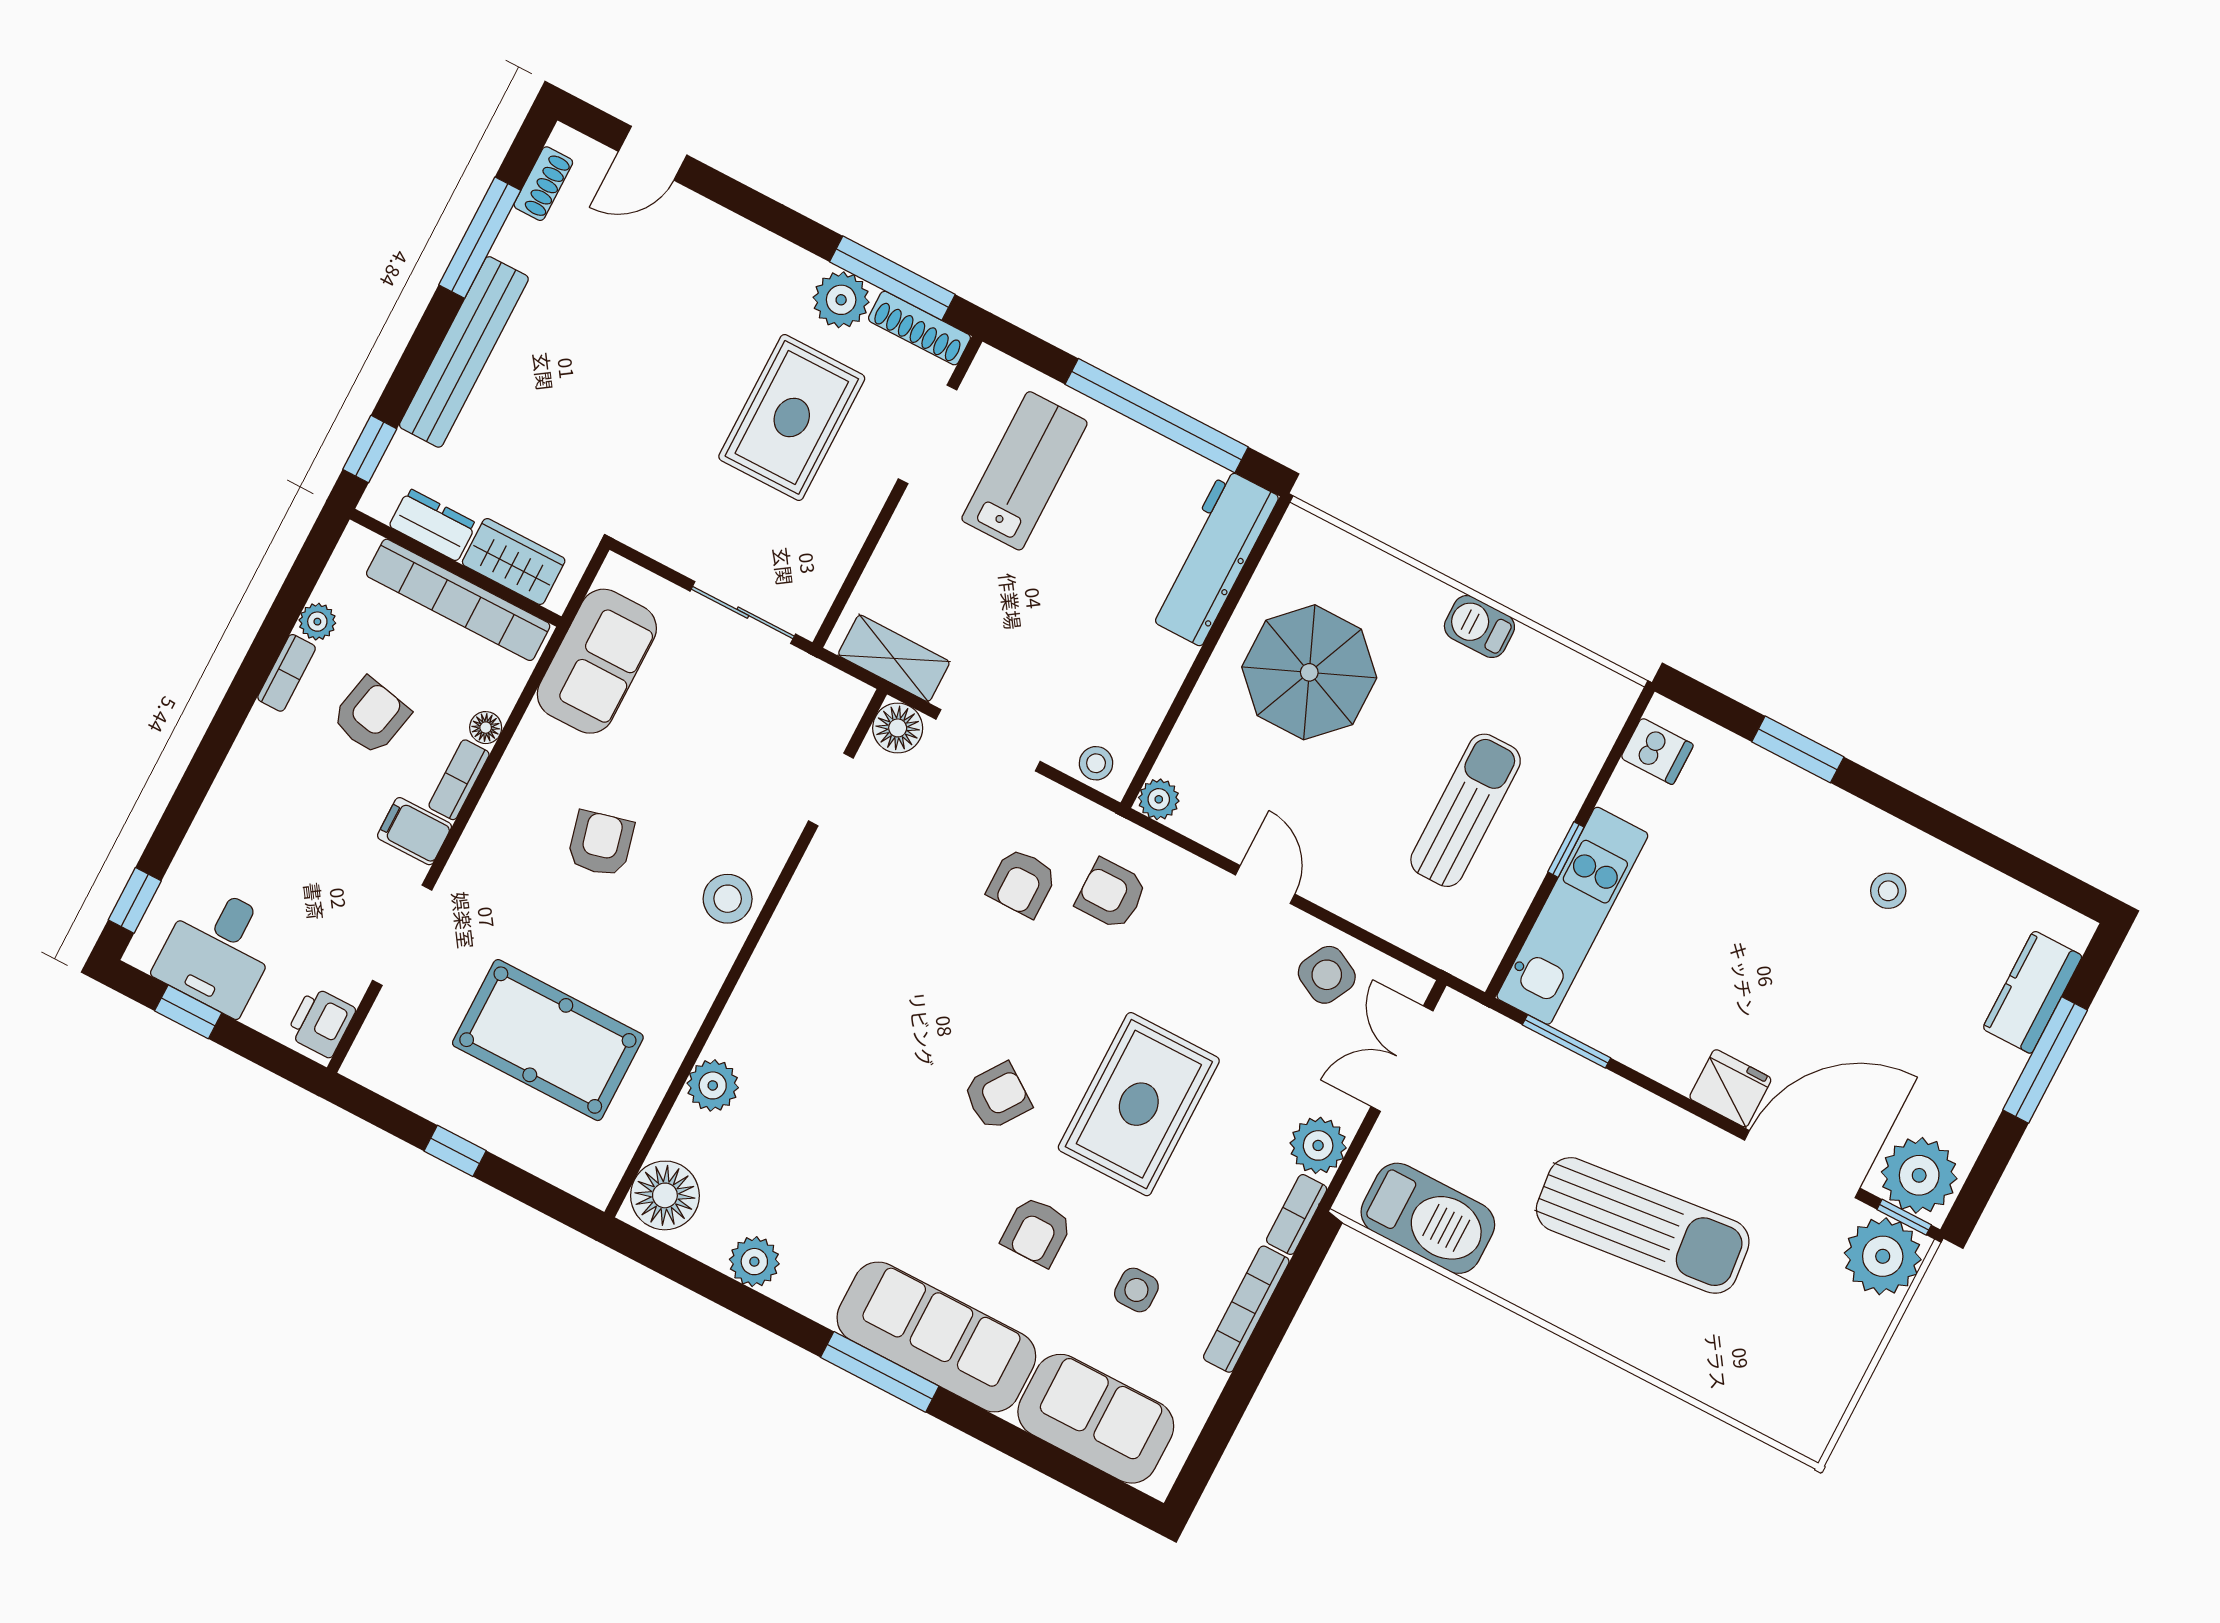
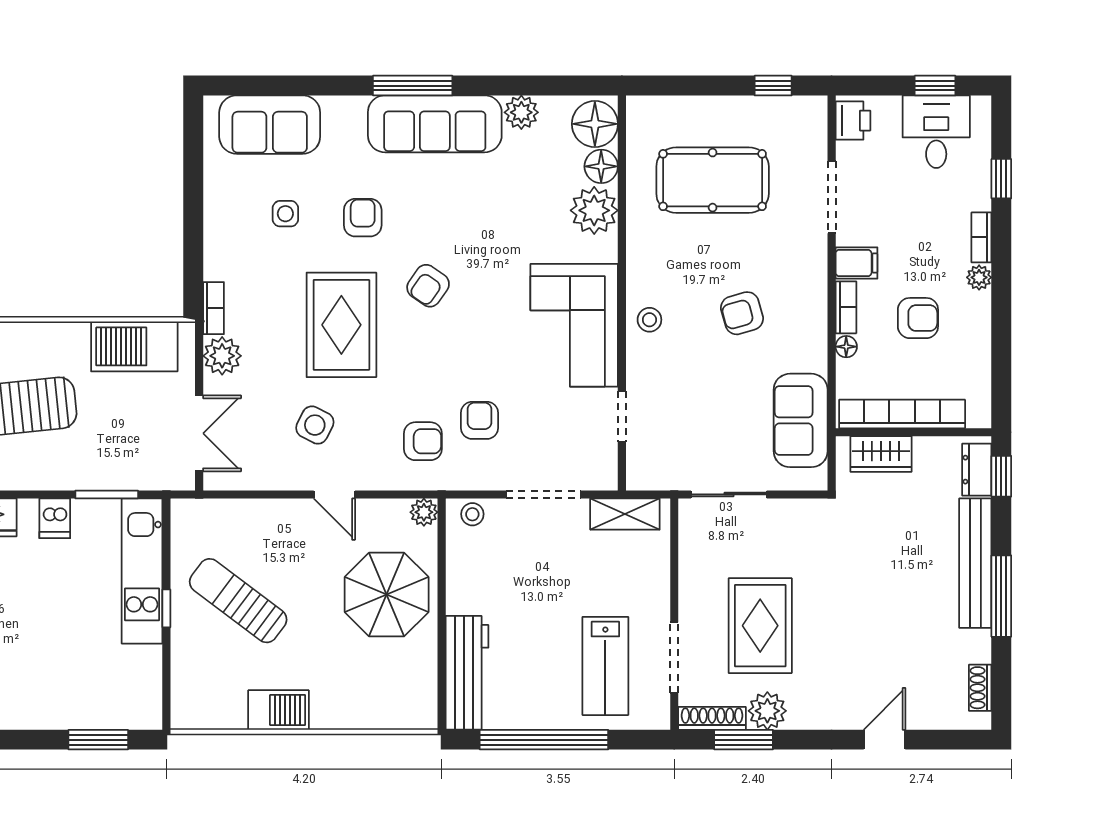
door: (653, 153) -> (885, 740), moved
window: (480, 238) -> (1001, 596), moved
window: (892, 278) -> (744, 740), width x0.69
dresser: (433, 525) -> (977, 470), moved, turned 90
plant: (317, 622) -> (979, 277), moved
barbecue: (1479, 627) -> (278, 710), width x1.38, depth x1.27
parasol: (1309, 672) -> (387, 595), moved
bookcase: (287, 673) -> (981, 237), moved
armchair: (371, 716) -> (918, 318), turned -102
floor lamp: (898, 728) -> (601, 166), moved
window: (1798, 749) -> (98, 740), moved
dishwasher: (1657, 751) -> (55, 518), moved, turned -90
sun lounger: (1466, 810) -> (238, 601), turned 127
armchair: (601, 844) -> (742, 313), turned 88
stool: (728, 899) -> (649, 320), width x0.73, depth x0.73
window: (135, 900) -> (1001, 179), moved
corner sofa: (831, 943) -> (574, 325), added
side table: (1327, 975) -> (315, 425), moved
plant: (713, 1085) -> (594, 210), width x1.36, depth x1.36
window: (455, 1151) -> (773, 86), moved
bookcase: (1246, 1309) -> (214, 236), removed
sofa: (936, 1337) -> (435, 124), moved

